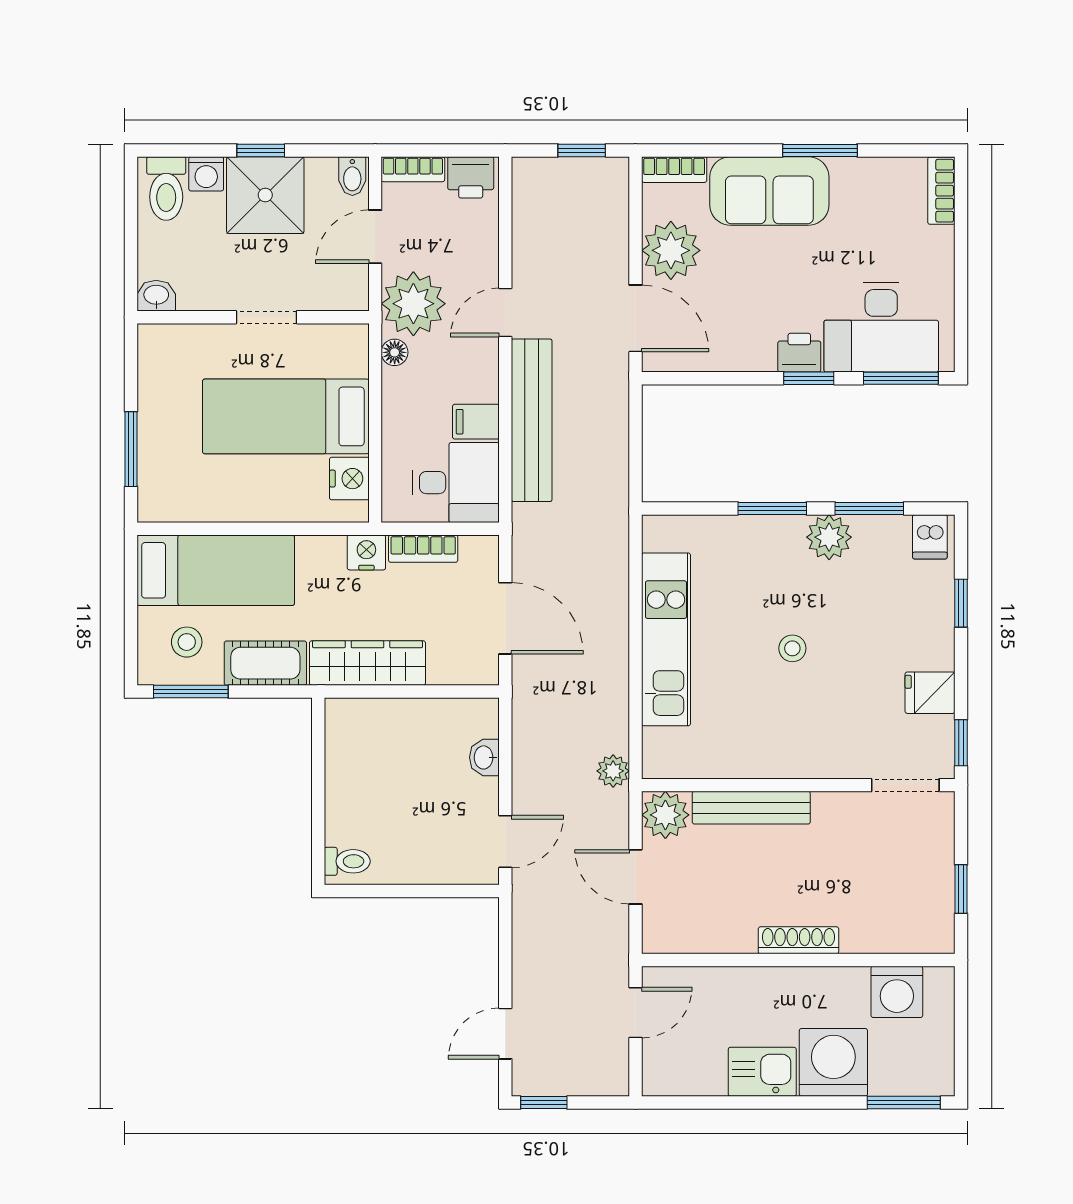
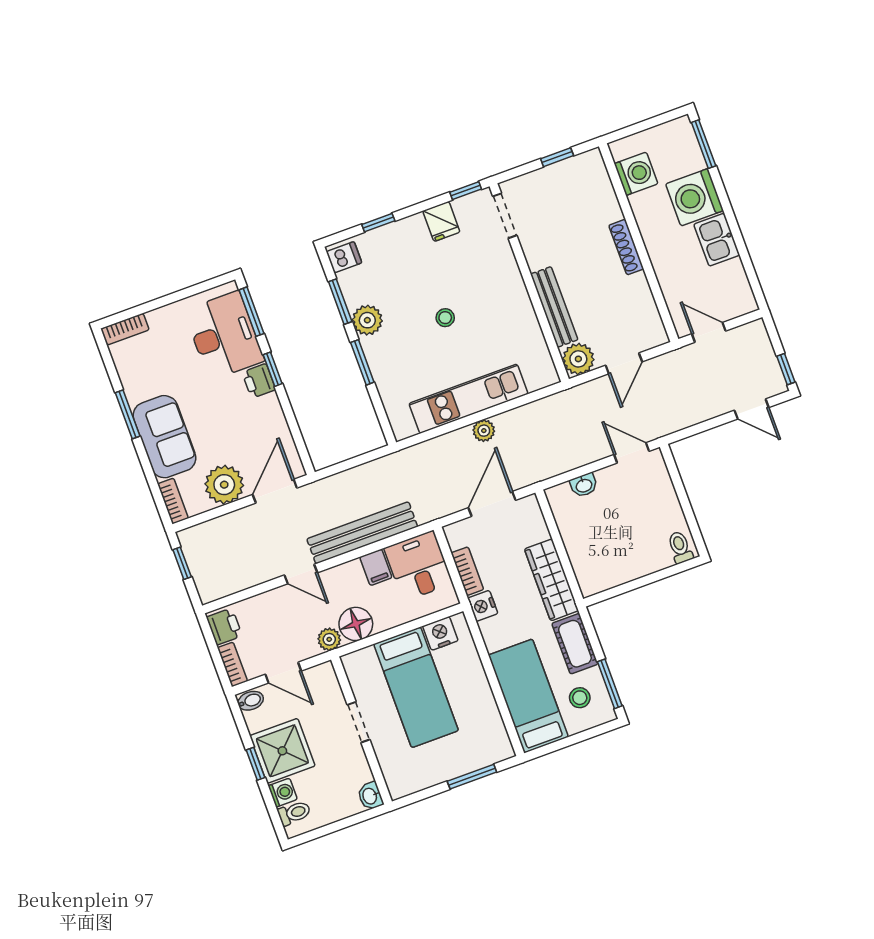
toilet: (166, 189) -> (294, 813), width x0.73, depth x0.72
plant: (413, 304) -> (329, 639), width x0.53, depth x0.53
floor lamp: (395, 352) -> (356, 624), width x1.89, depth x1.89
plant: (613, 771) -> (484, 431), moved

